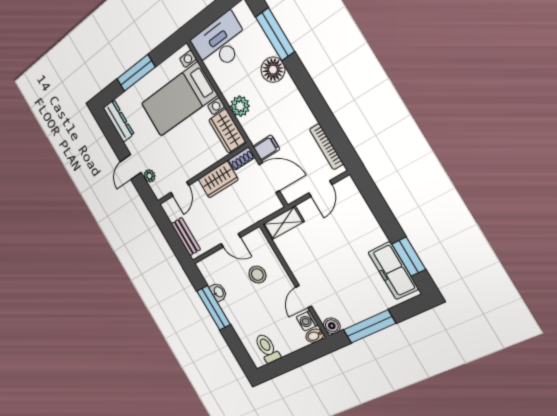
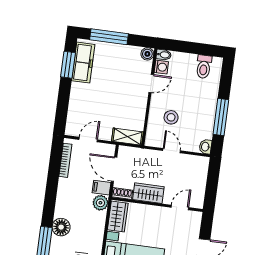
plant: (240, 106) -> (100, 203), moved
plant: (150, 176) -> (195, 232), removed
bench: (186, 237) -> (202, 175), removed
washbasin: (218, 292) -> (205, 147), moved
window: (369, 326) -> (109, 37), moved

